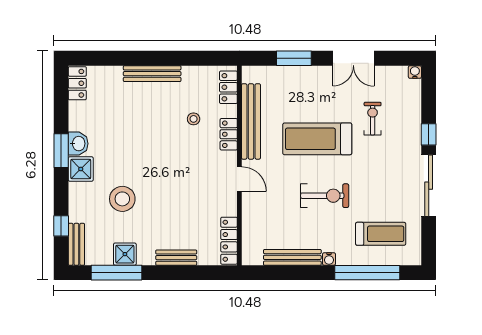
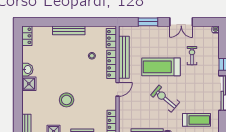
locker: (229, 134) -> (112, 64), width x1.53
window: (61, 151) -> (18, 74), removed
door: (239, 179) -> (117, 89), hinge flipped
exercise bike: (325, 196) -> (165, 99), turned -140
stool: (122, 199) -> (67, 100), moved
window: (61, 226) -> (18, 116), removed

